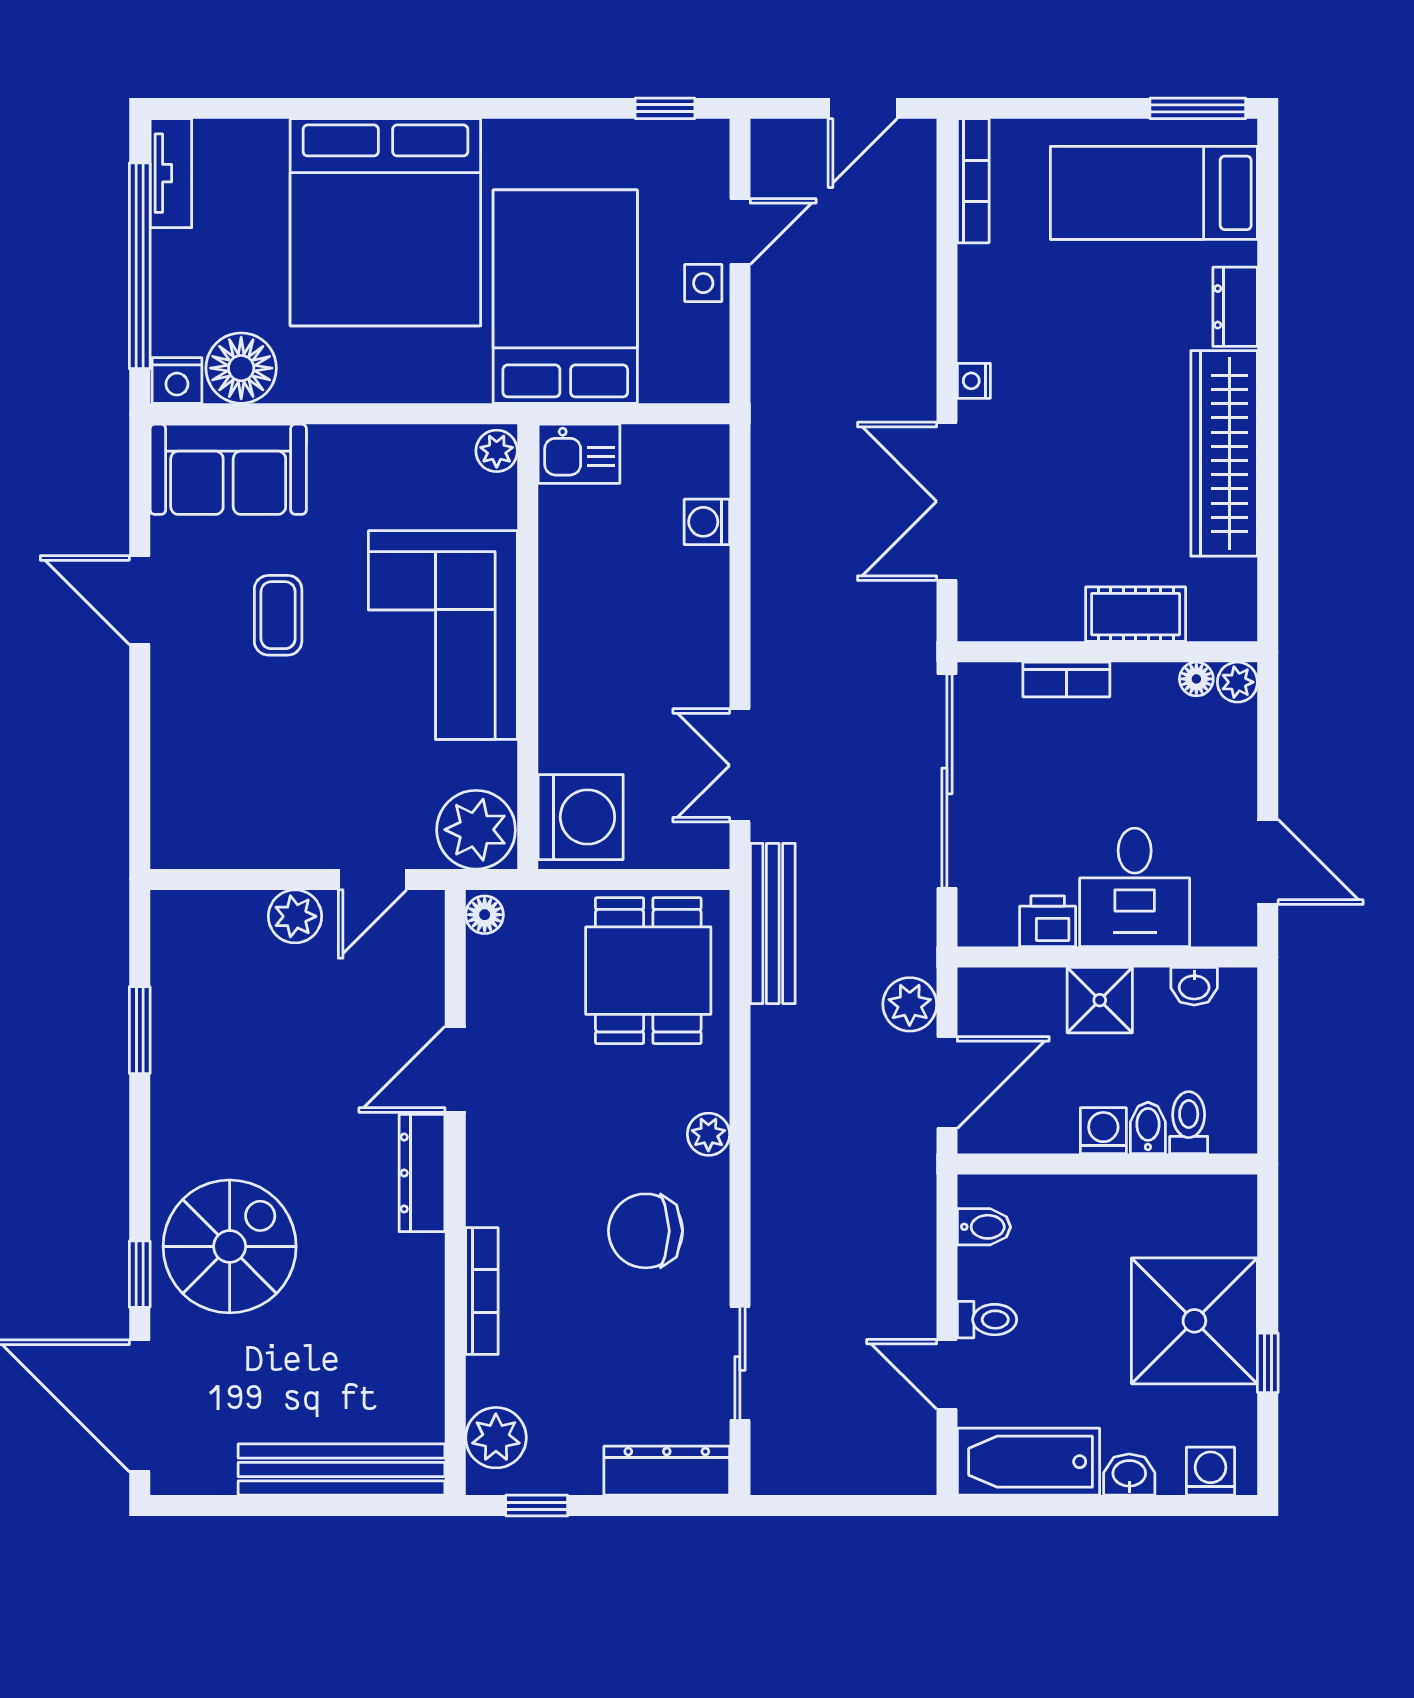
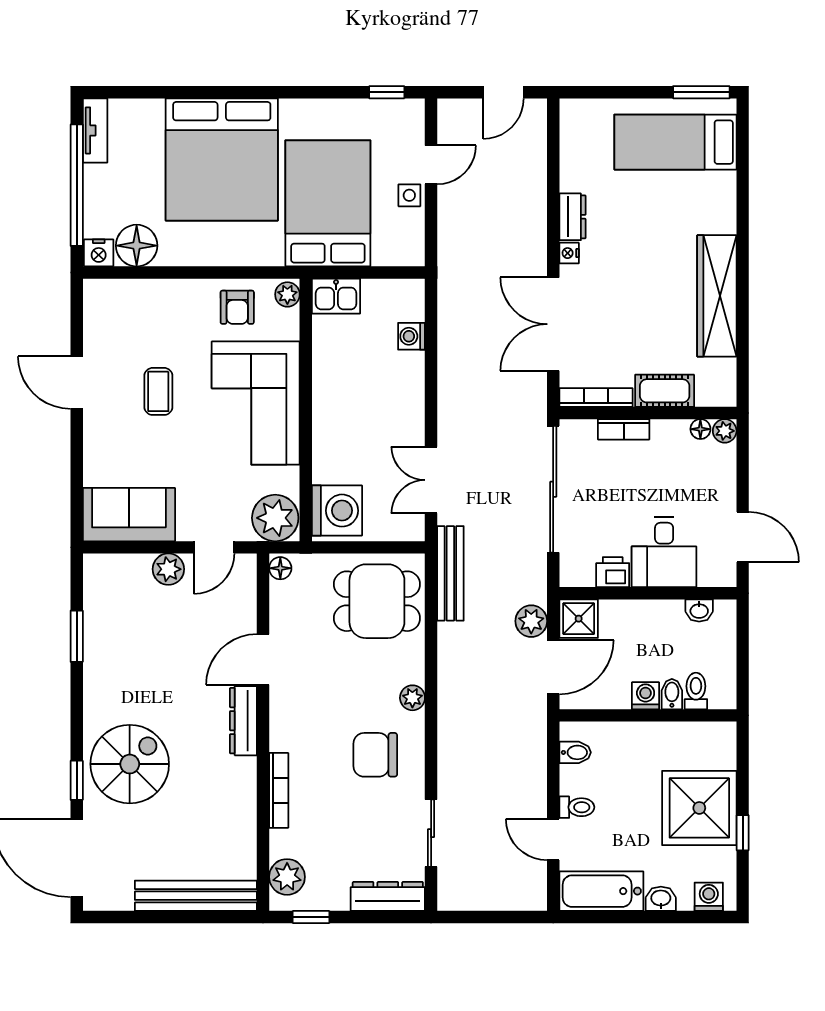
bookcase: (973, 181) -> (596, 397), moved, turned -90
dresser: (1235, 307) -> (572, 217), moved, turned 180
sofa: (228, 469) -> (129, 515), moved, turned 180
armchair: (412, 473) -> (237, 307), added
dining table: (648, 971) -> (377, 601), turned 90
shower: (1100, 1000) -> (579, 619), moved

